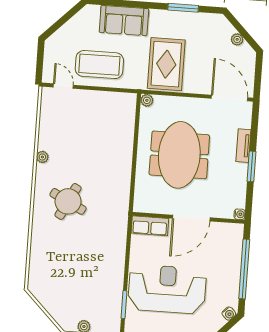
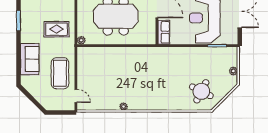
rug: (166, 64) -> (57, 29), width x0.73, depth x0.70
door: (63, 86) -> (76, 96), swing flipped
round table: (68, 201) -> (201, 91), moved

